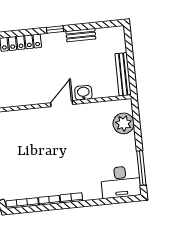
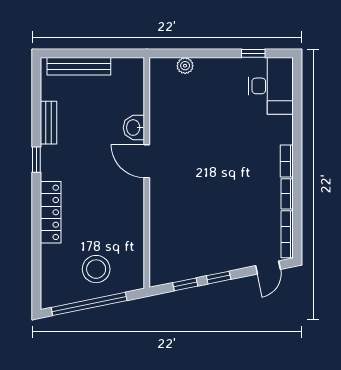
bench: (123, 74) -> (79, 66), moved
plant: (124, 123) -> (185, 66), width x0.53, depth x0.53
window: (141, 168) -> (253, 53), width x0.46

